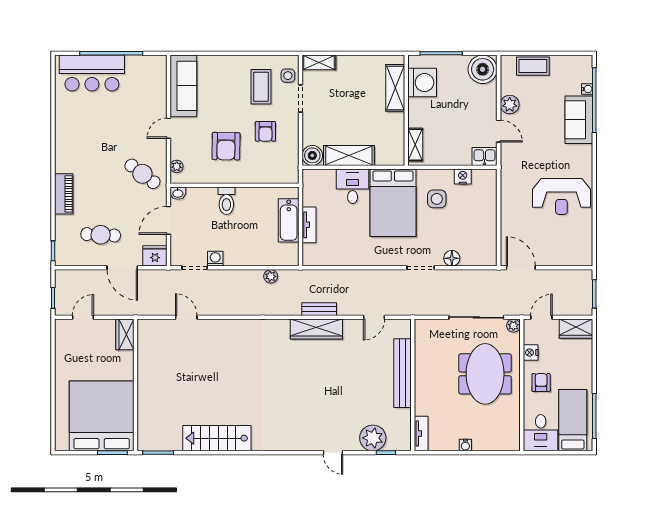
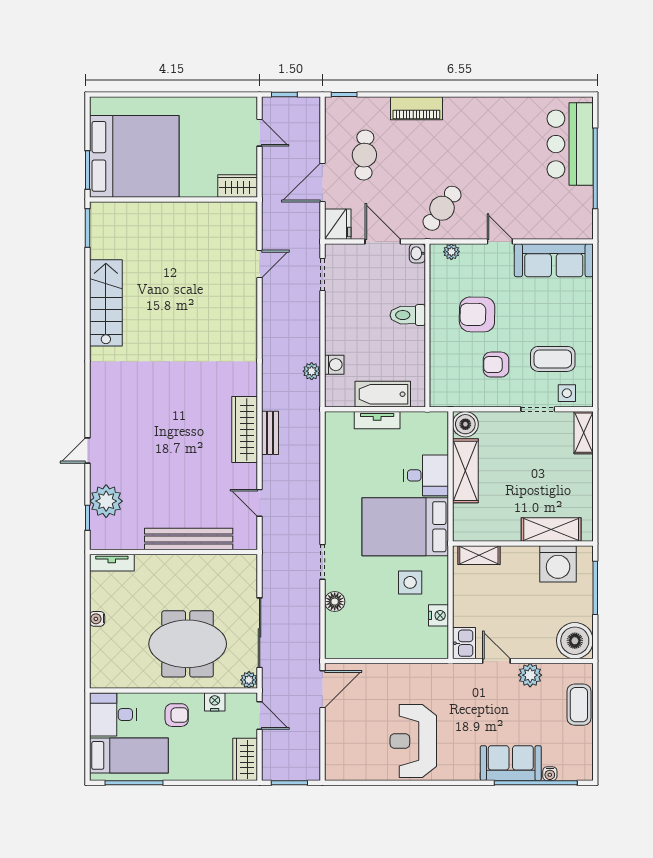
door: (499, 131) -> (496, 661), swing flipped
washing machine: (215, 259) -> (334, 365), moved

